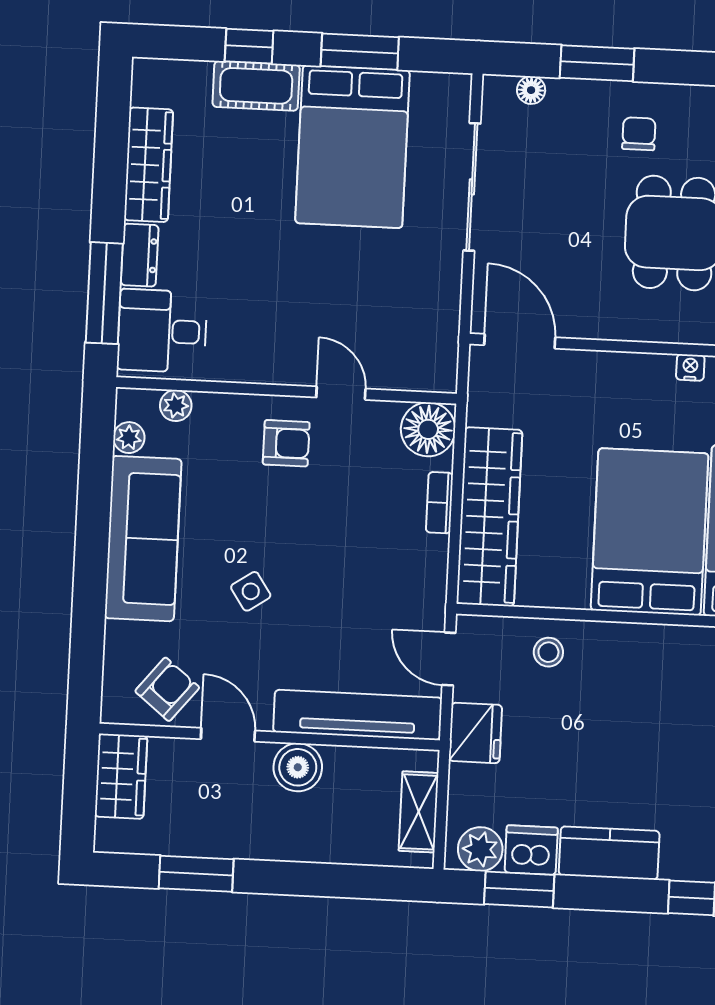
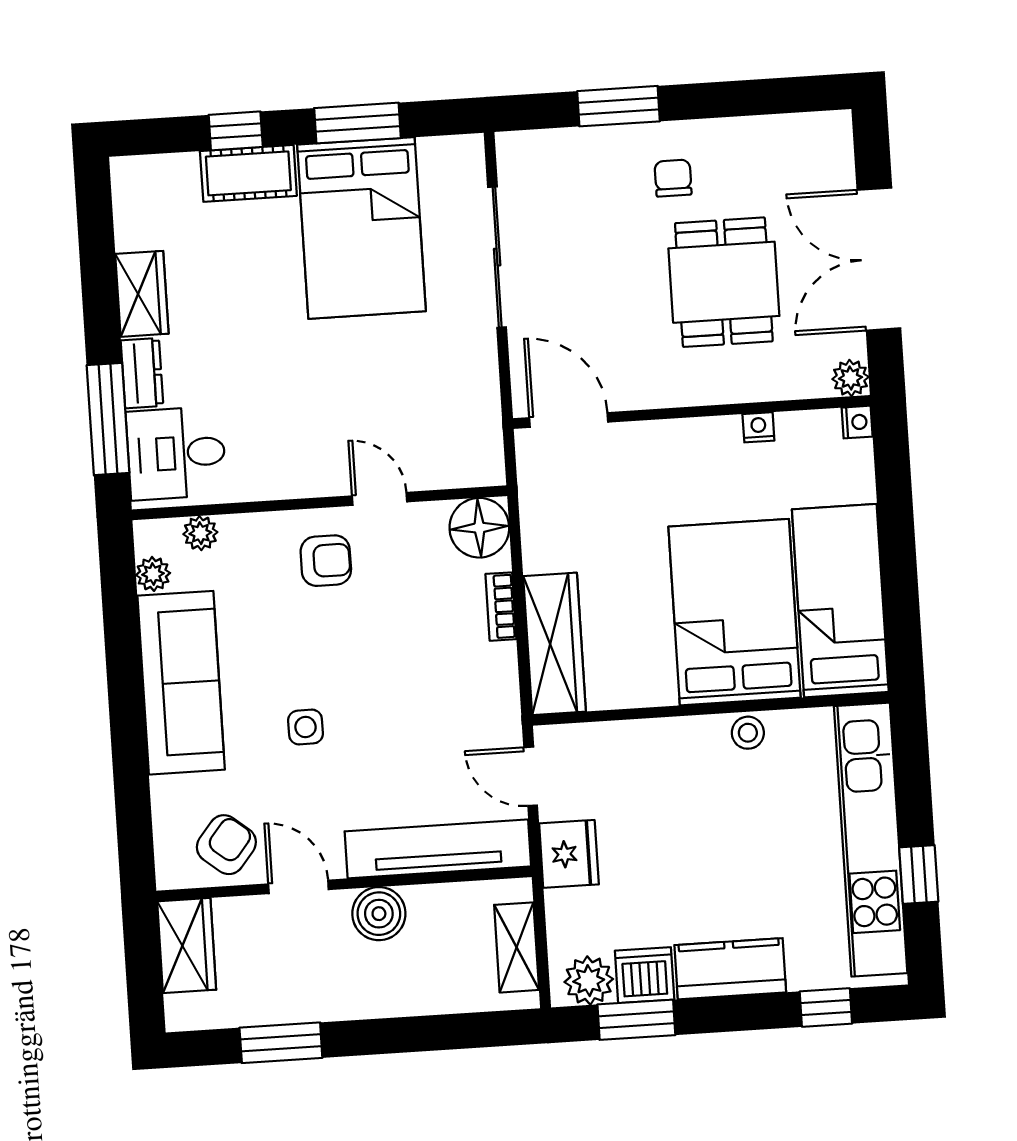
floor lamp: (531, 90) -> (550, 144), removed
wardrobe: (148, 165) -> (142, 294), width x0.67
wardrobe: (489, 517) -> (554, 644), width x0.71, depth x0.85
side table: (251, 591) -> (306, 727), turned 34
stool: (548, 652) -> (748, 733), moved

